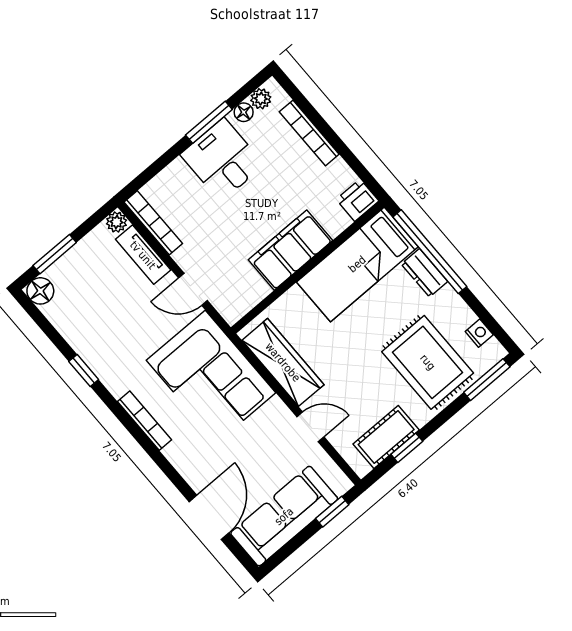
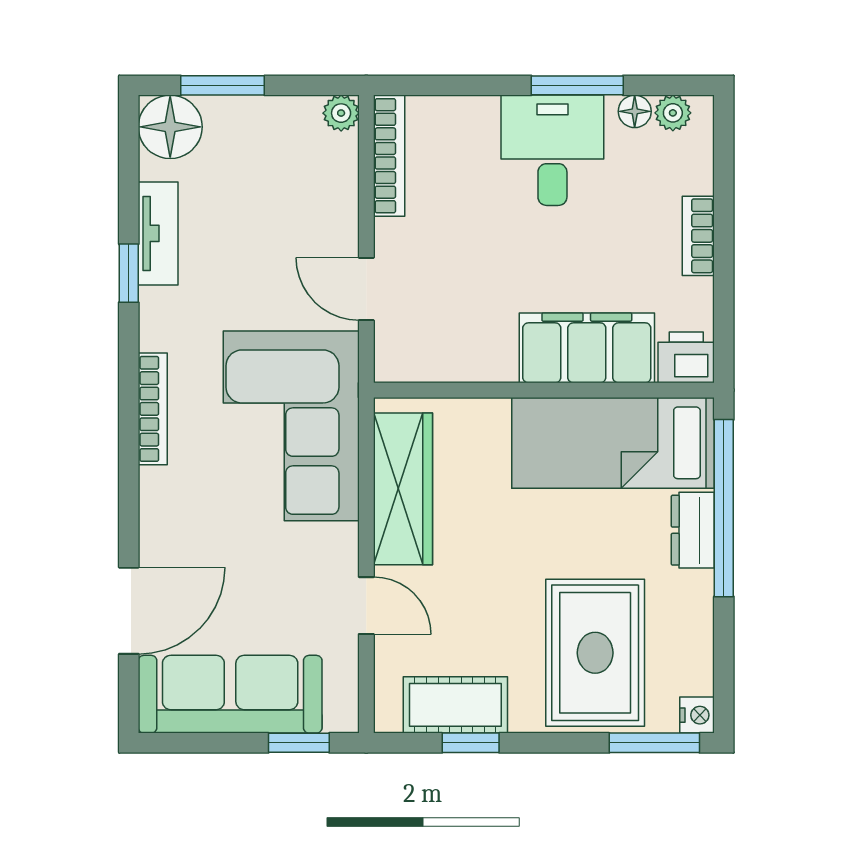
bookcase: (309, 133) -> (698, 236), width x0.64
filing cabinet: (290, 250) -> (587, 348), moved
tv unit: (143, 255) -> (158, 233), moved, turned 180
floor lamp: (40, 291) -> (170, 127), width x1.38, depth x1.38
nightstand: (479, 333) -> (697, 715), moved

